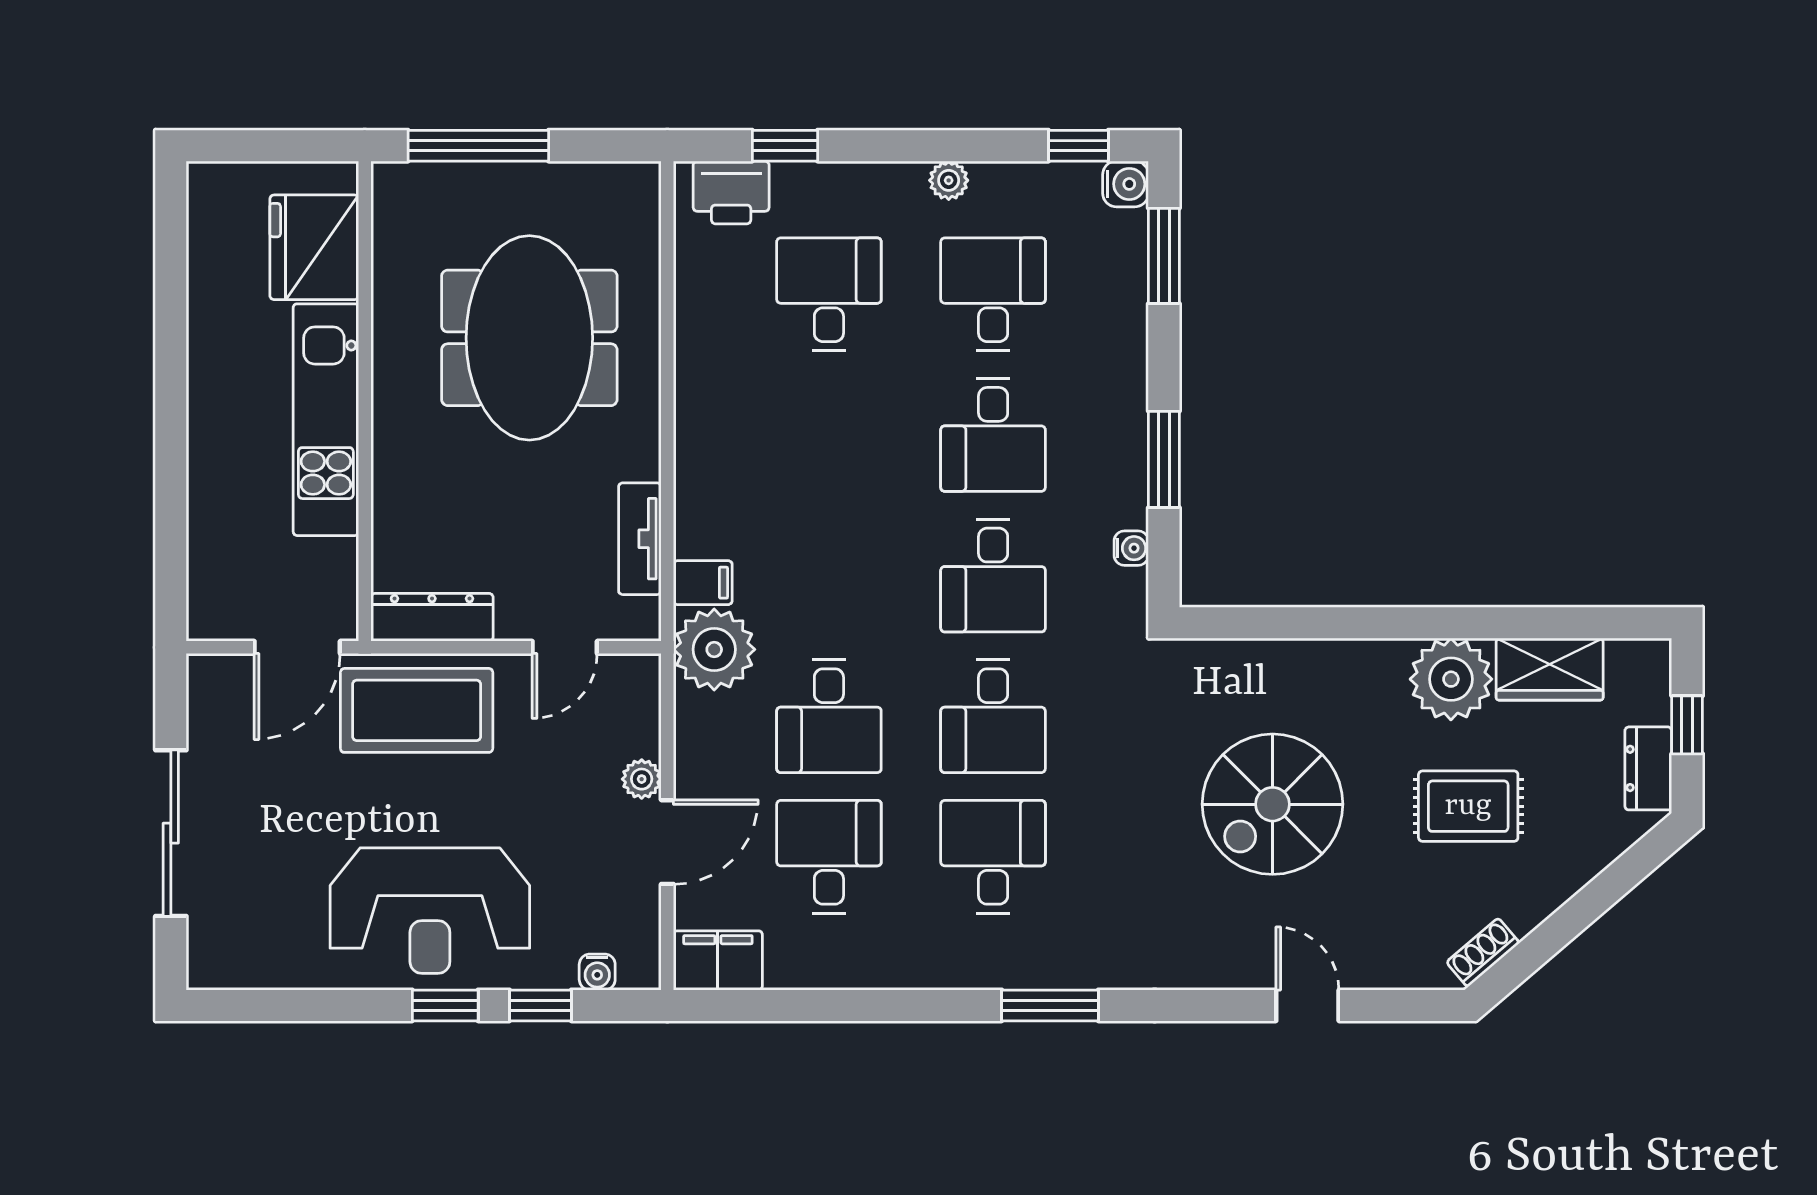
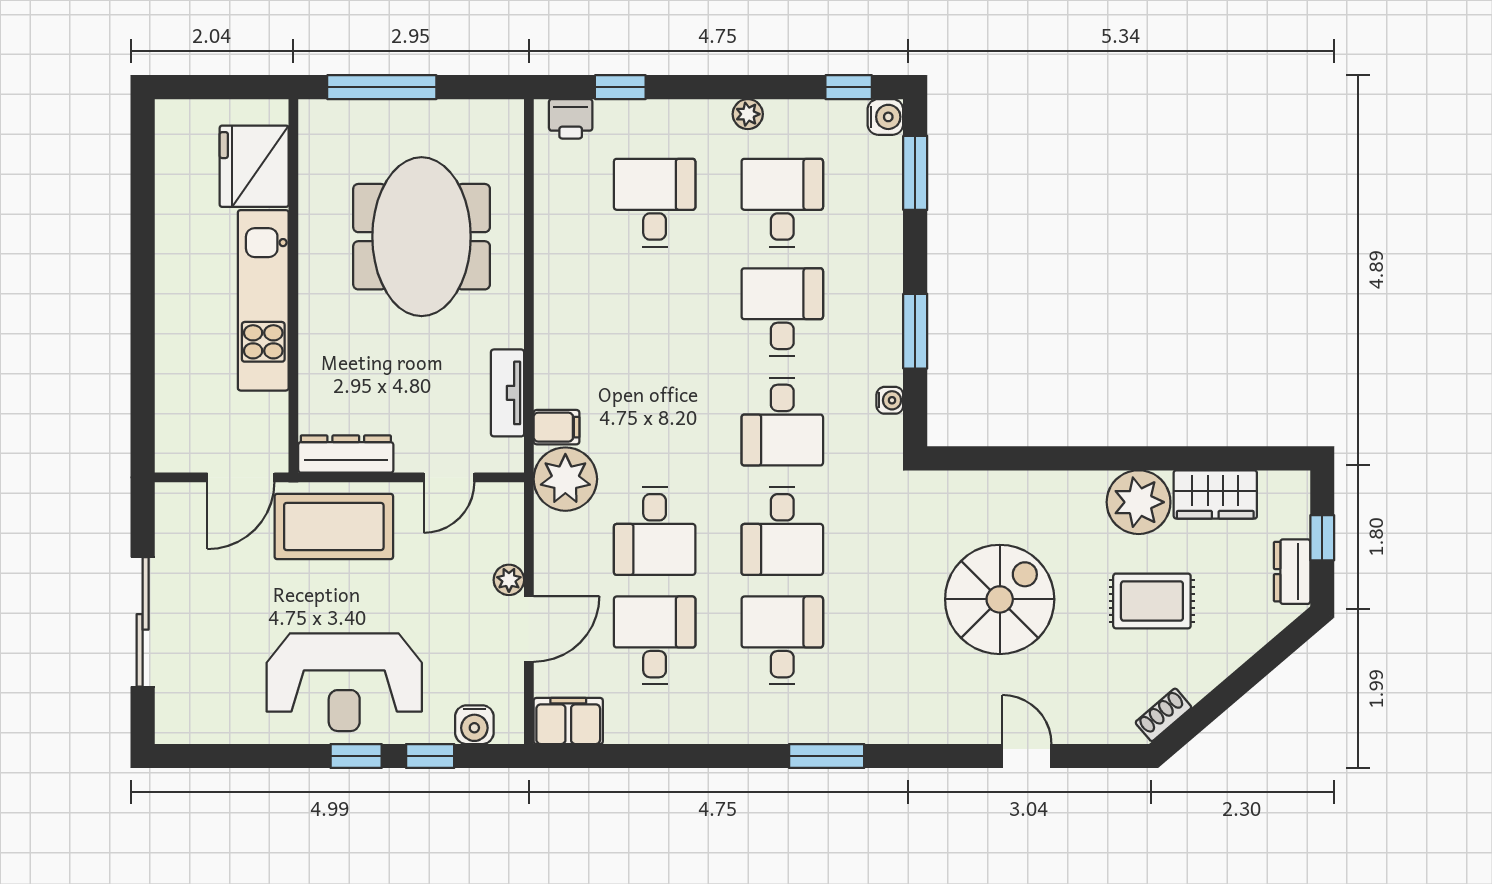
printer: (731, 192) -> (571, 119), width x0.73, depth x0.81
desk: (993, 435) -> (782, 312), turned 180
spiral stairs: (1273, 804) -> (1000, 599), turned 180
water cooler: (597, 972) -> (474, 725), width x1.38, depth x1.38

